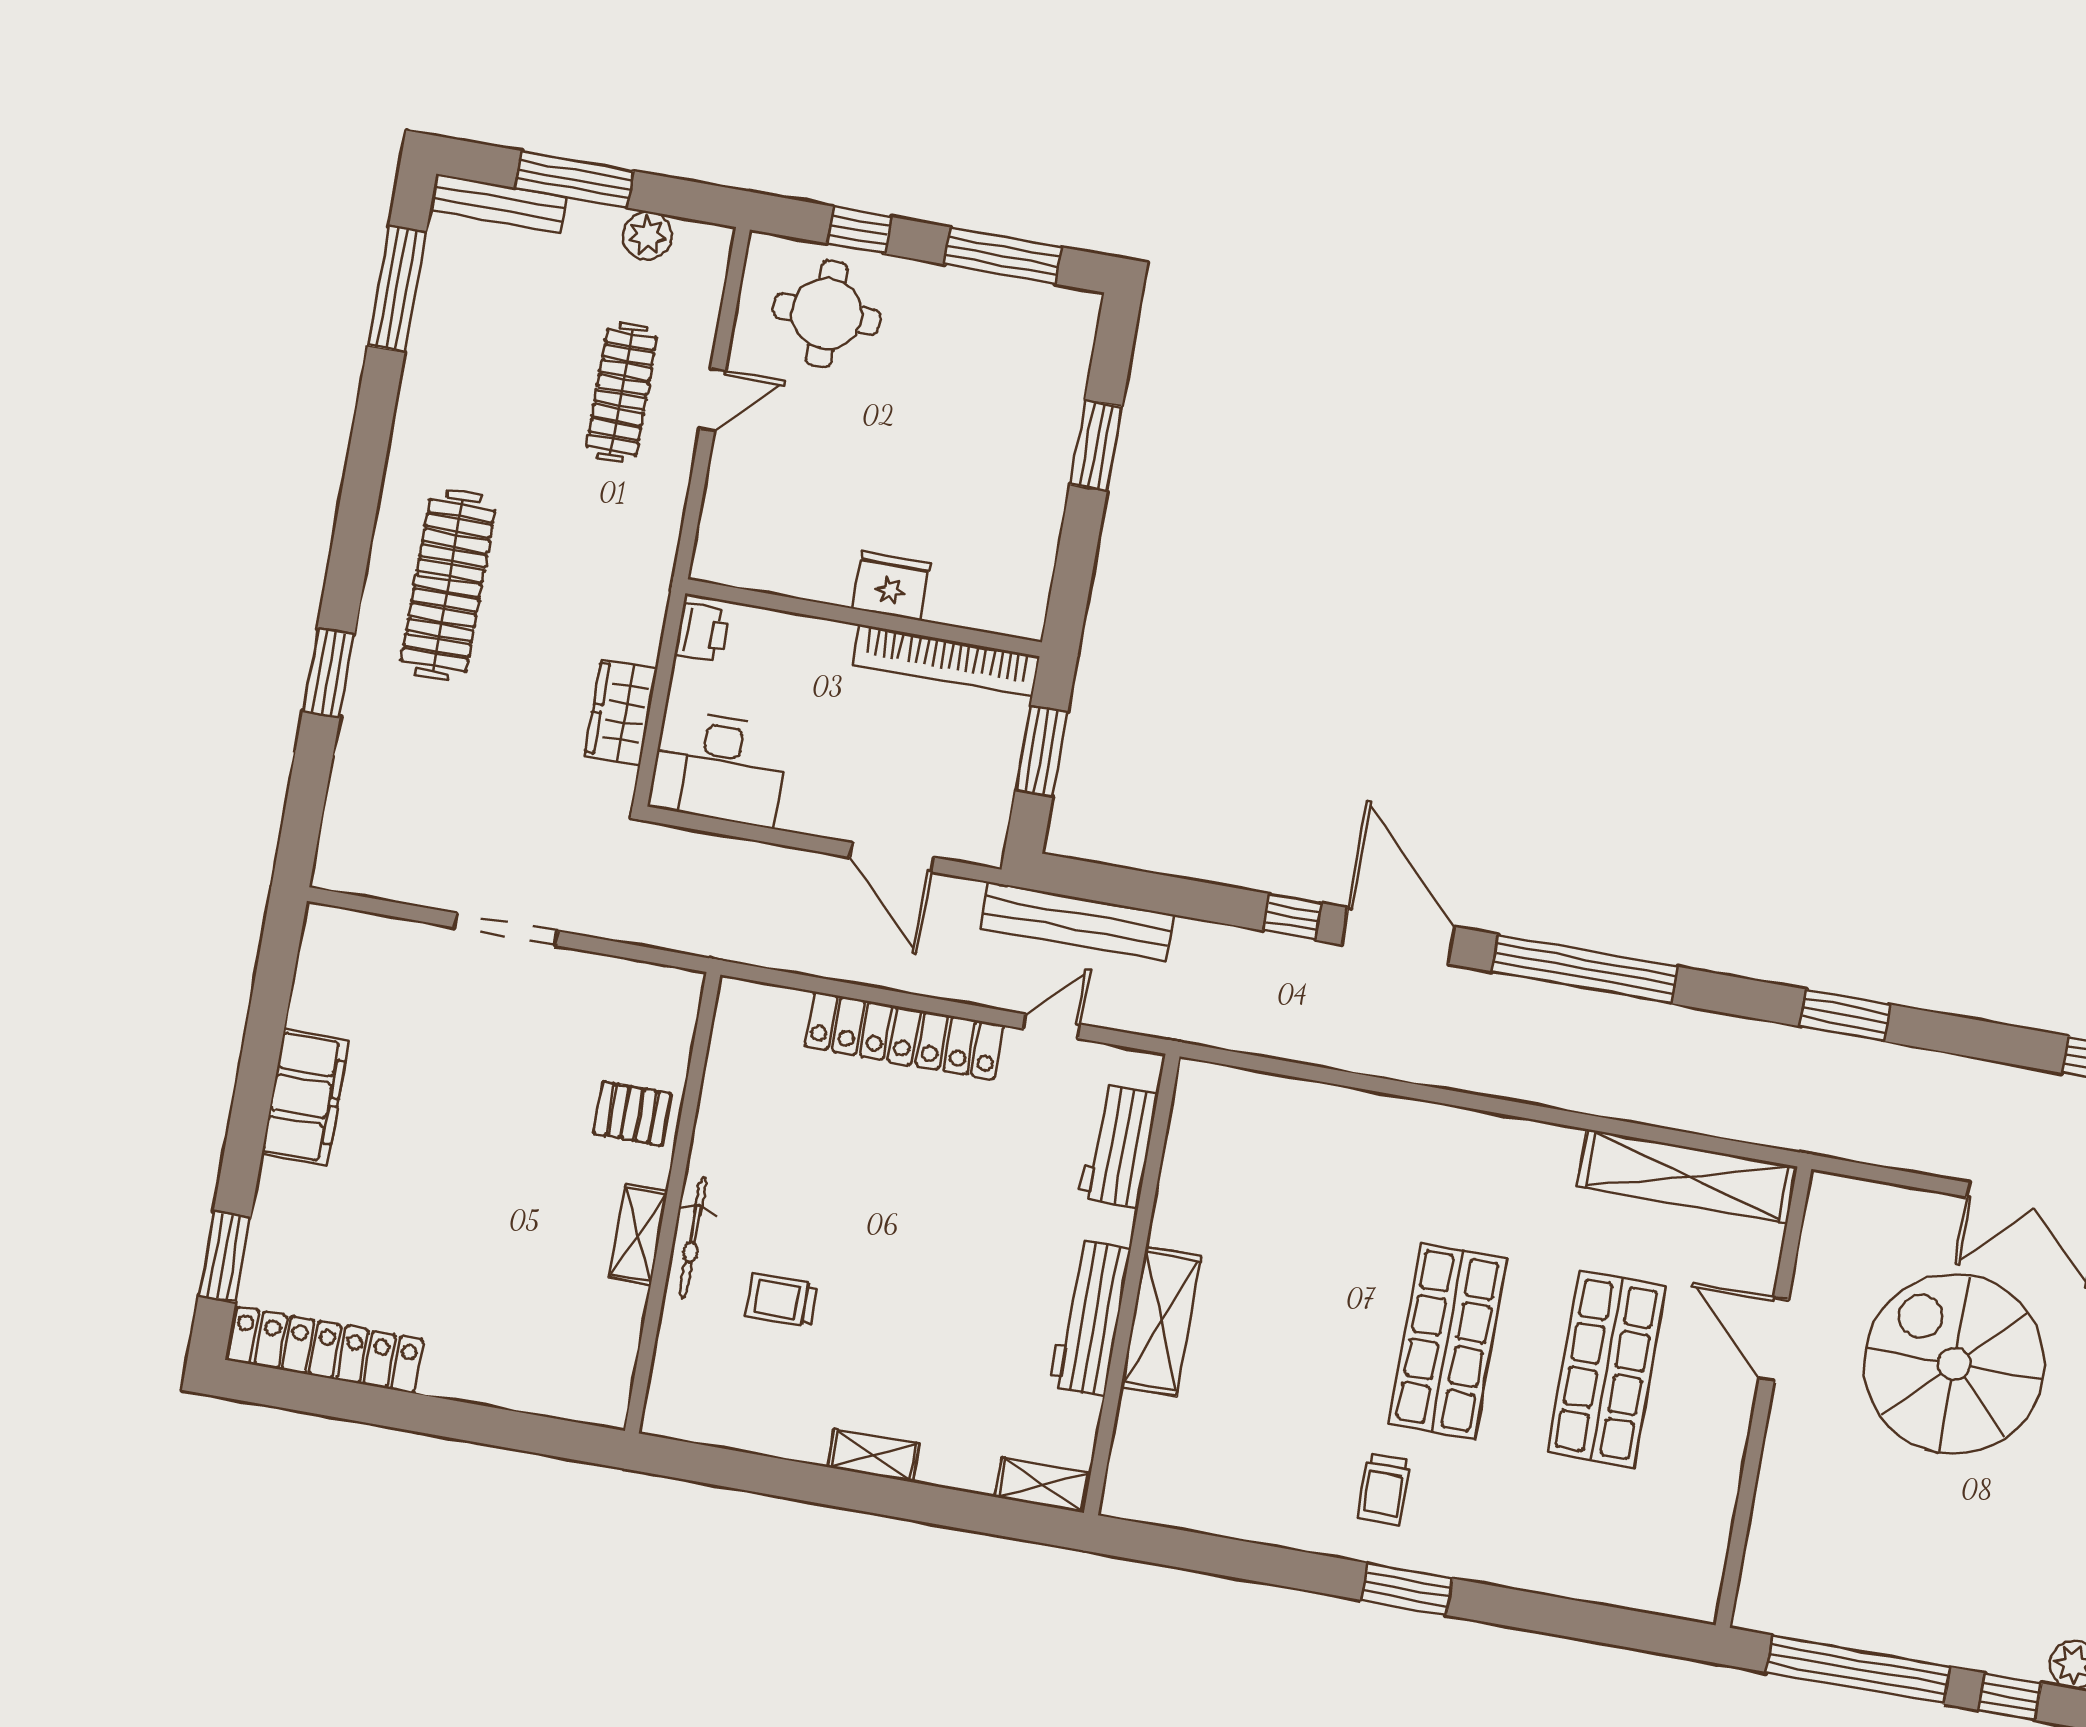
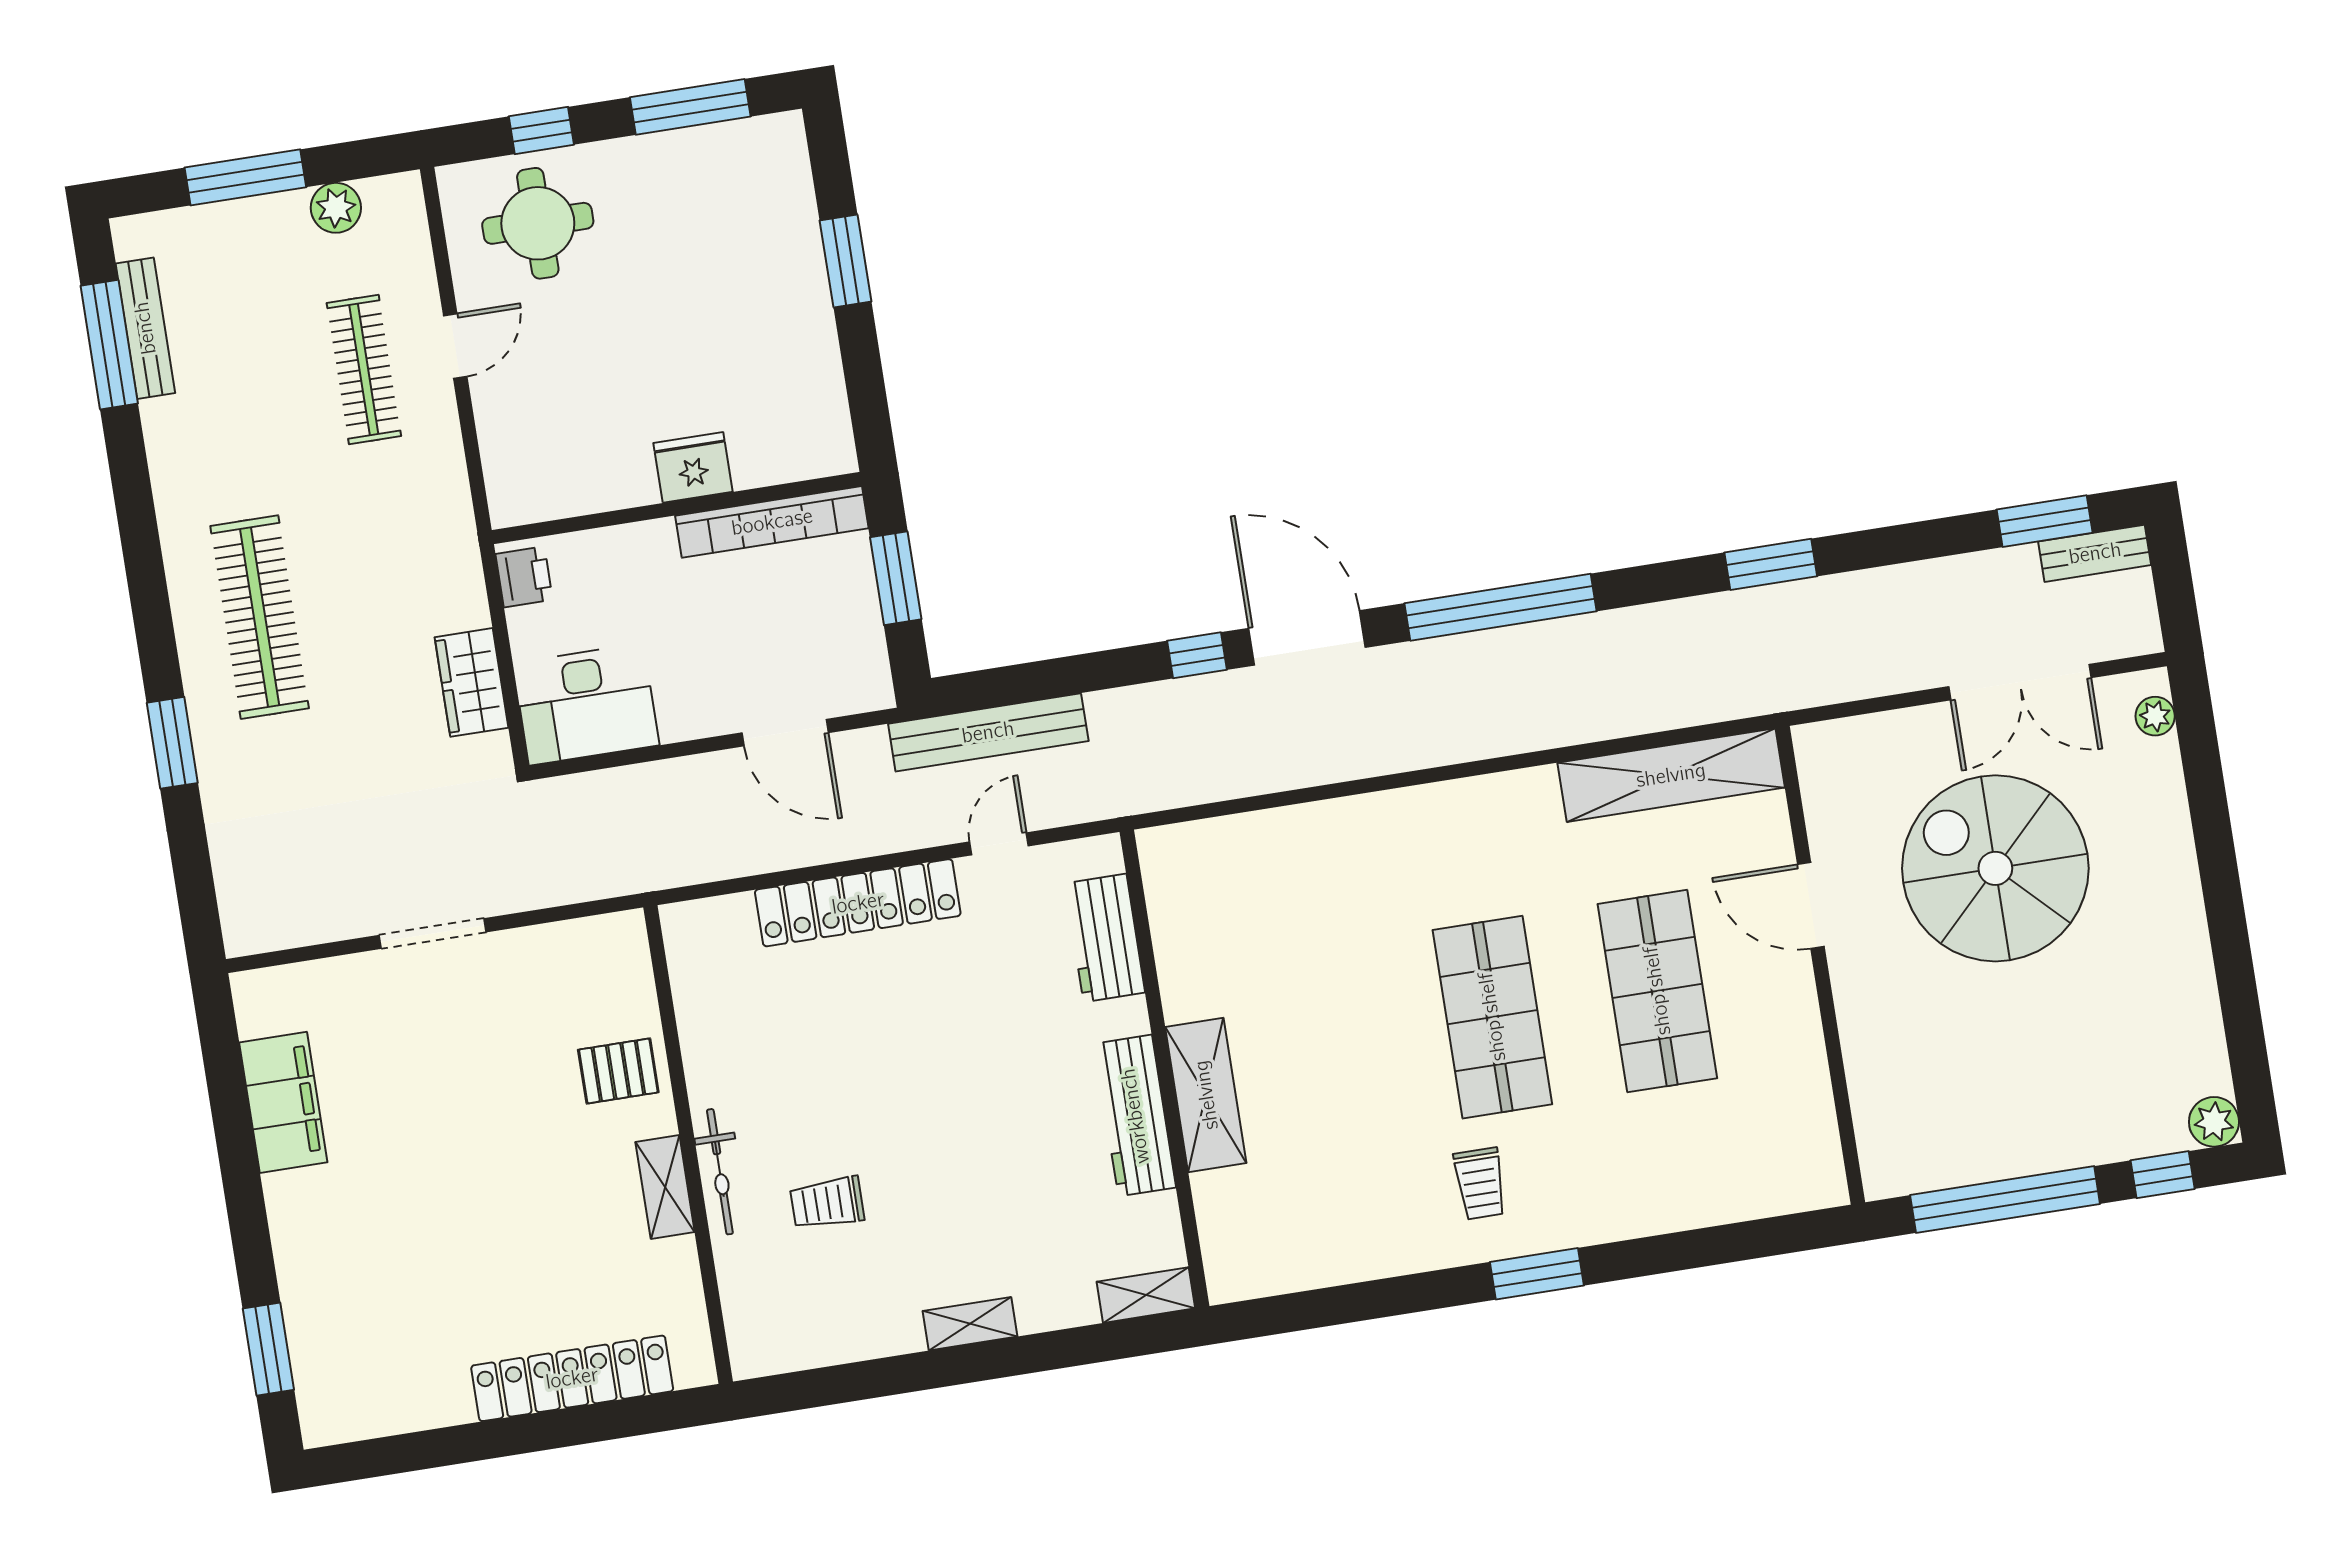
bench: (498, 203) -> (145, 328), moved, turned 90
filing cabinet: (305, 1097) -> (283, 1102), moved
locker: (325, 1350) -> (572, 1378), moved

